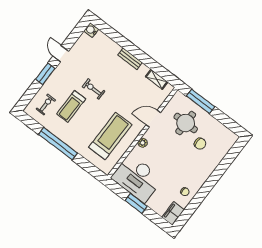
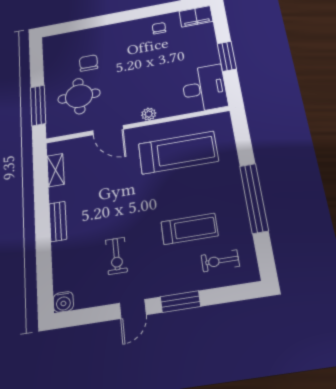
exercise bike: (93, 89) -> (116, 256), moved
treadmill: (110, 136) -> (178, 152), turned 180
desk: (137, 178) -> (204, 88), width x0.73, depth x0.77

